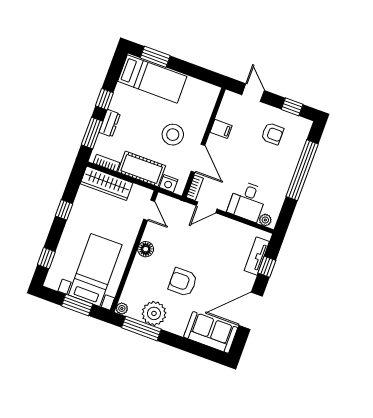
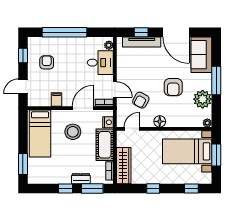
bed: (152, 79) -> (40, 133), moved, turned 180
armchair: (181, 235) -> (141, 100), added
tv unit: (257, 256) -> (142, 42), width x1.41
window: (141, 328) -> (216, 81), moved

